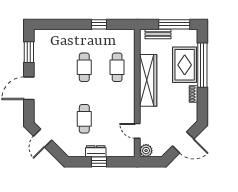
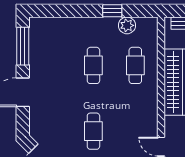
plant: (111, 36) -> (127, 25), added
window: (29, 52) -> (23, 46), width x1.44

